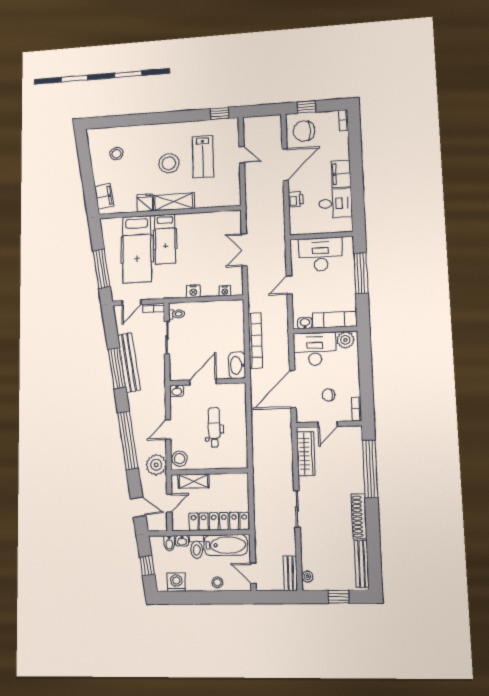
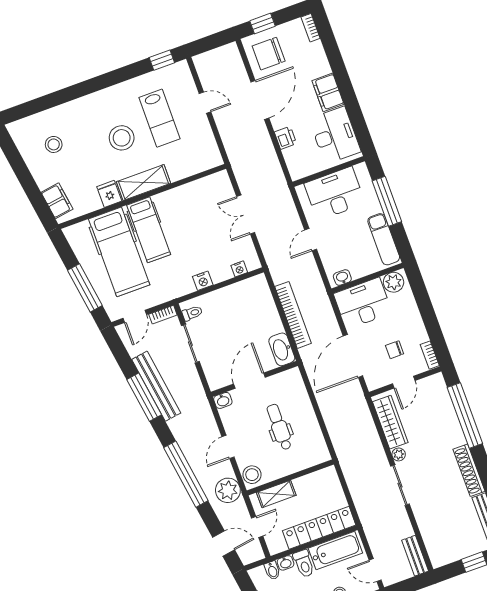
desk: (335, 203) -> (335, 135), width x1.37
exam couch: (335, 320) -> (384, 239), moved, turned -90
plant: (307, 577) -> (399, 454), moved

